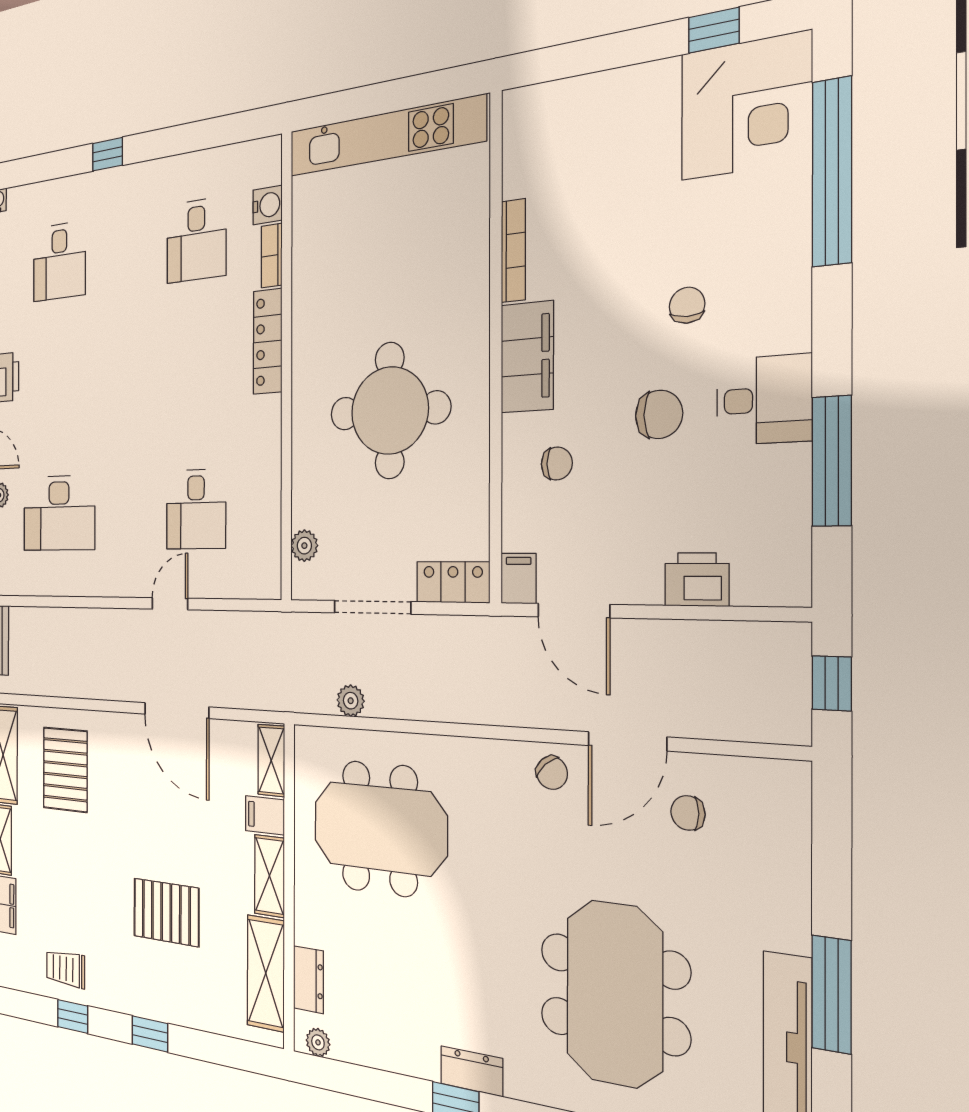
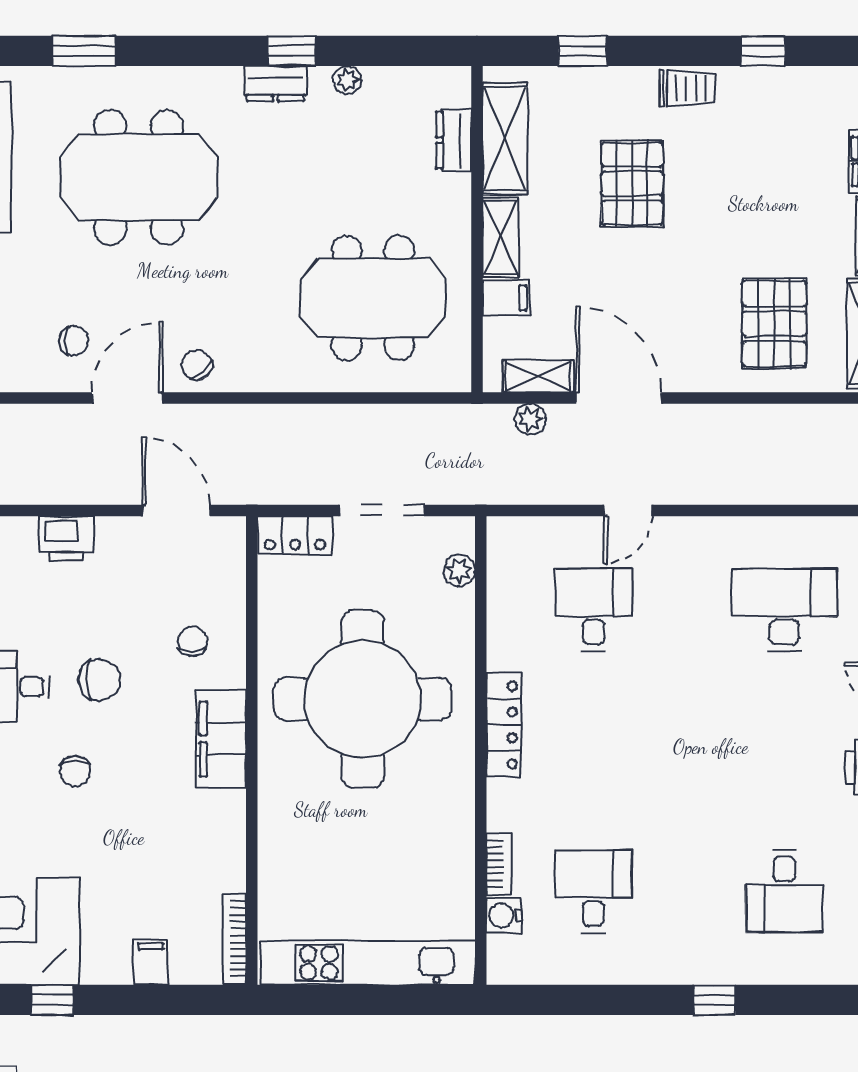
bookcase: (513, 251) -> (234, 939), moved
desk: (59, 261) -> (784, 891), turned 180
locker: (268, 342) -> (504, 725), moved
round table: (390, 411) -> (363, 699), width x1.36, depth x1.36
chair: (659, 414) -> (99, 680), turned 180
chair: (557, 464) -> (192, 641), turned 90
filing cabinet: (519, 578) -> (151, 962), moved, turned 180
plant: (351, 701) -> (530, 419), moved
shelving: (271, 760) -> (538, 376), moved, turned 90
pallet: (166, 912) -> (632, 184), turned 90
trolley: (66, 969) -> (687, 88), moved
meeting table: (614, 994) -> (139, 177), turned 90
window: (150, 1034) -> (583, 51), moved
plant: (318, 1042) -> (347, 80), moved

